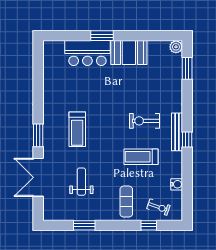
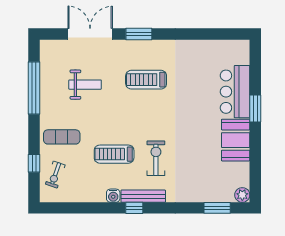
treadmill: (141, 157) -> (114, 154), turned -90
water cooler: (177, 184) -> (113, 196), moved
window: (84, 225) -> (34, 88), width x2.11

